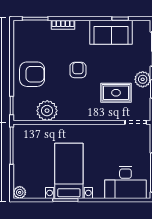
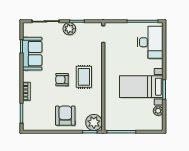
rug: (116, 93) -> (84, 77), moved
plant: (47, 111) -> (94, 122), moved
plant: (20, 192) -> (158, 111), moved

